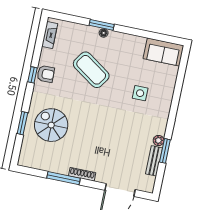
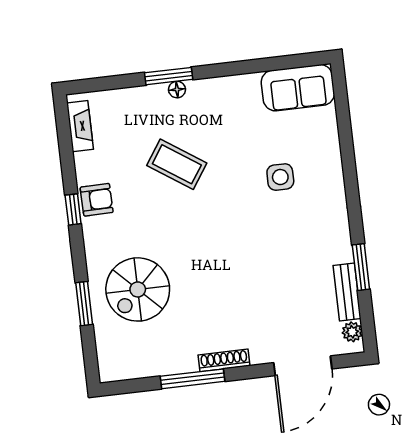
coffee table: (91, 70) -> (177, 164), width x0.73, depth x0.76
spiral stairs: (51, 125) -> (138, 289), turned -90
plant: (159, 141) -> (352, 332), moved

